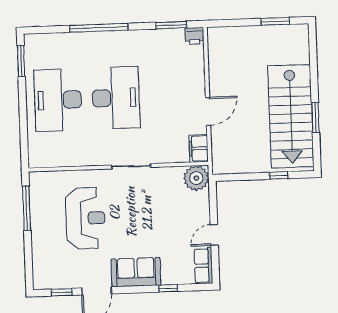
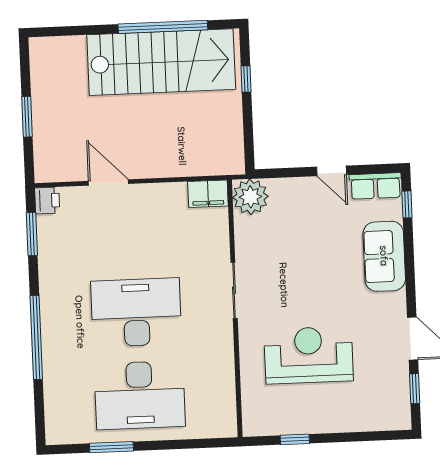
window: (275, 21) -> (27, 117), moved
window: (21, 61) -> (111, 447), moved
door: (208, 111) -> (108, 182), moved
window: (315, 117) -> (163, 27), width x2.11
window: (27, 208) -> (295, 439), width x0.46
sofa: (136, 272) -> (384, 256), moved
window: (168, 288) -> (407, 204), moved

